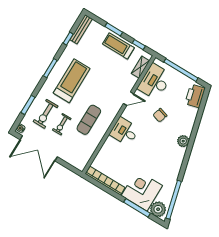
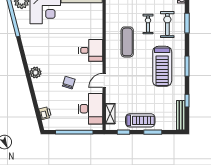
printer: (195, 96) -> (45, 113), width x0.53, depth x0.68

